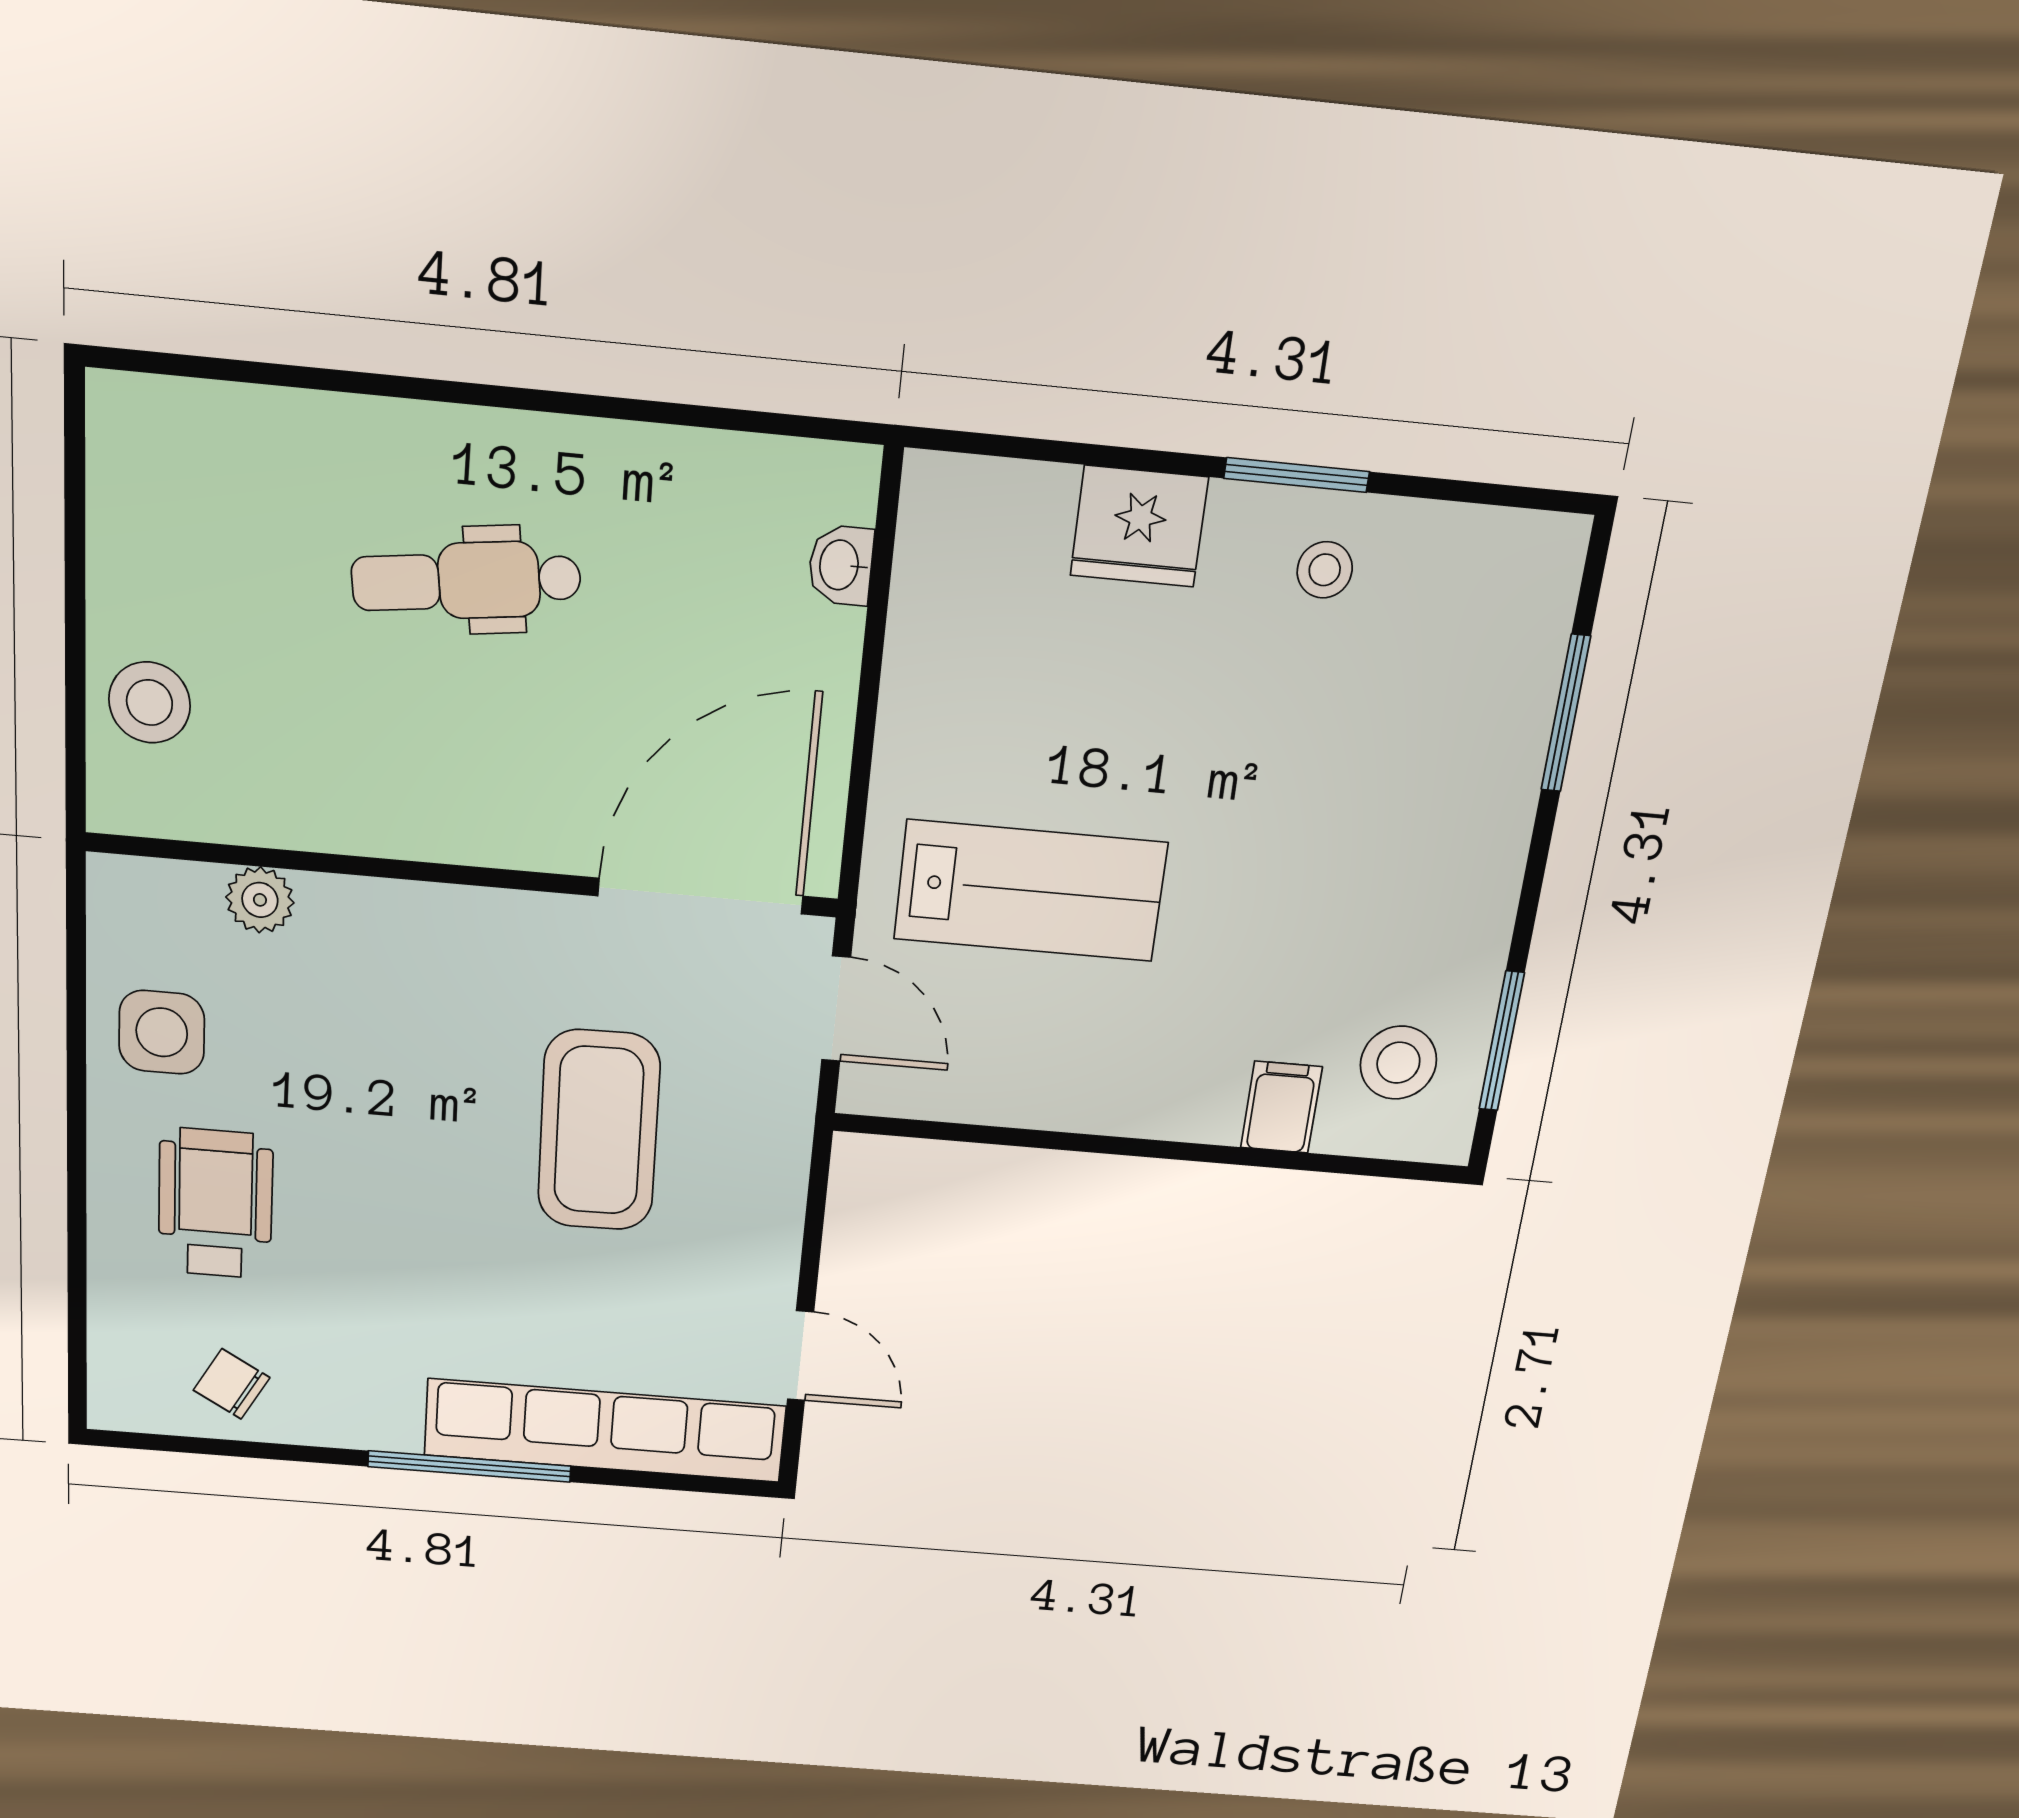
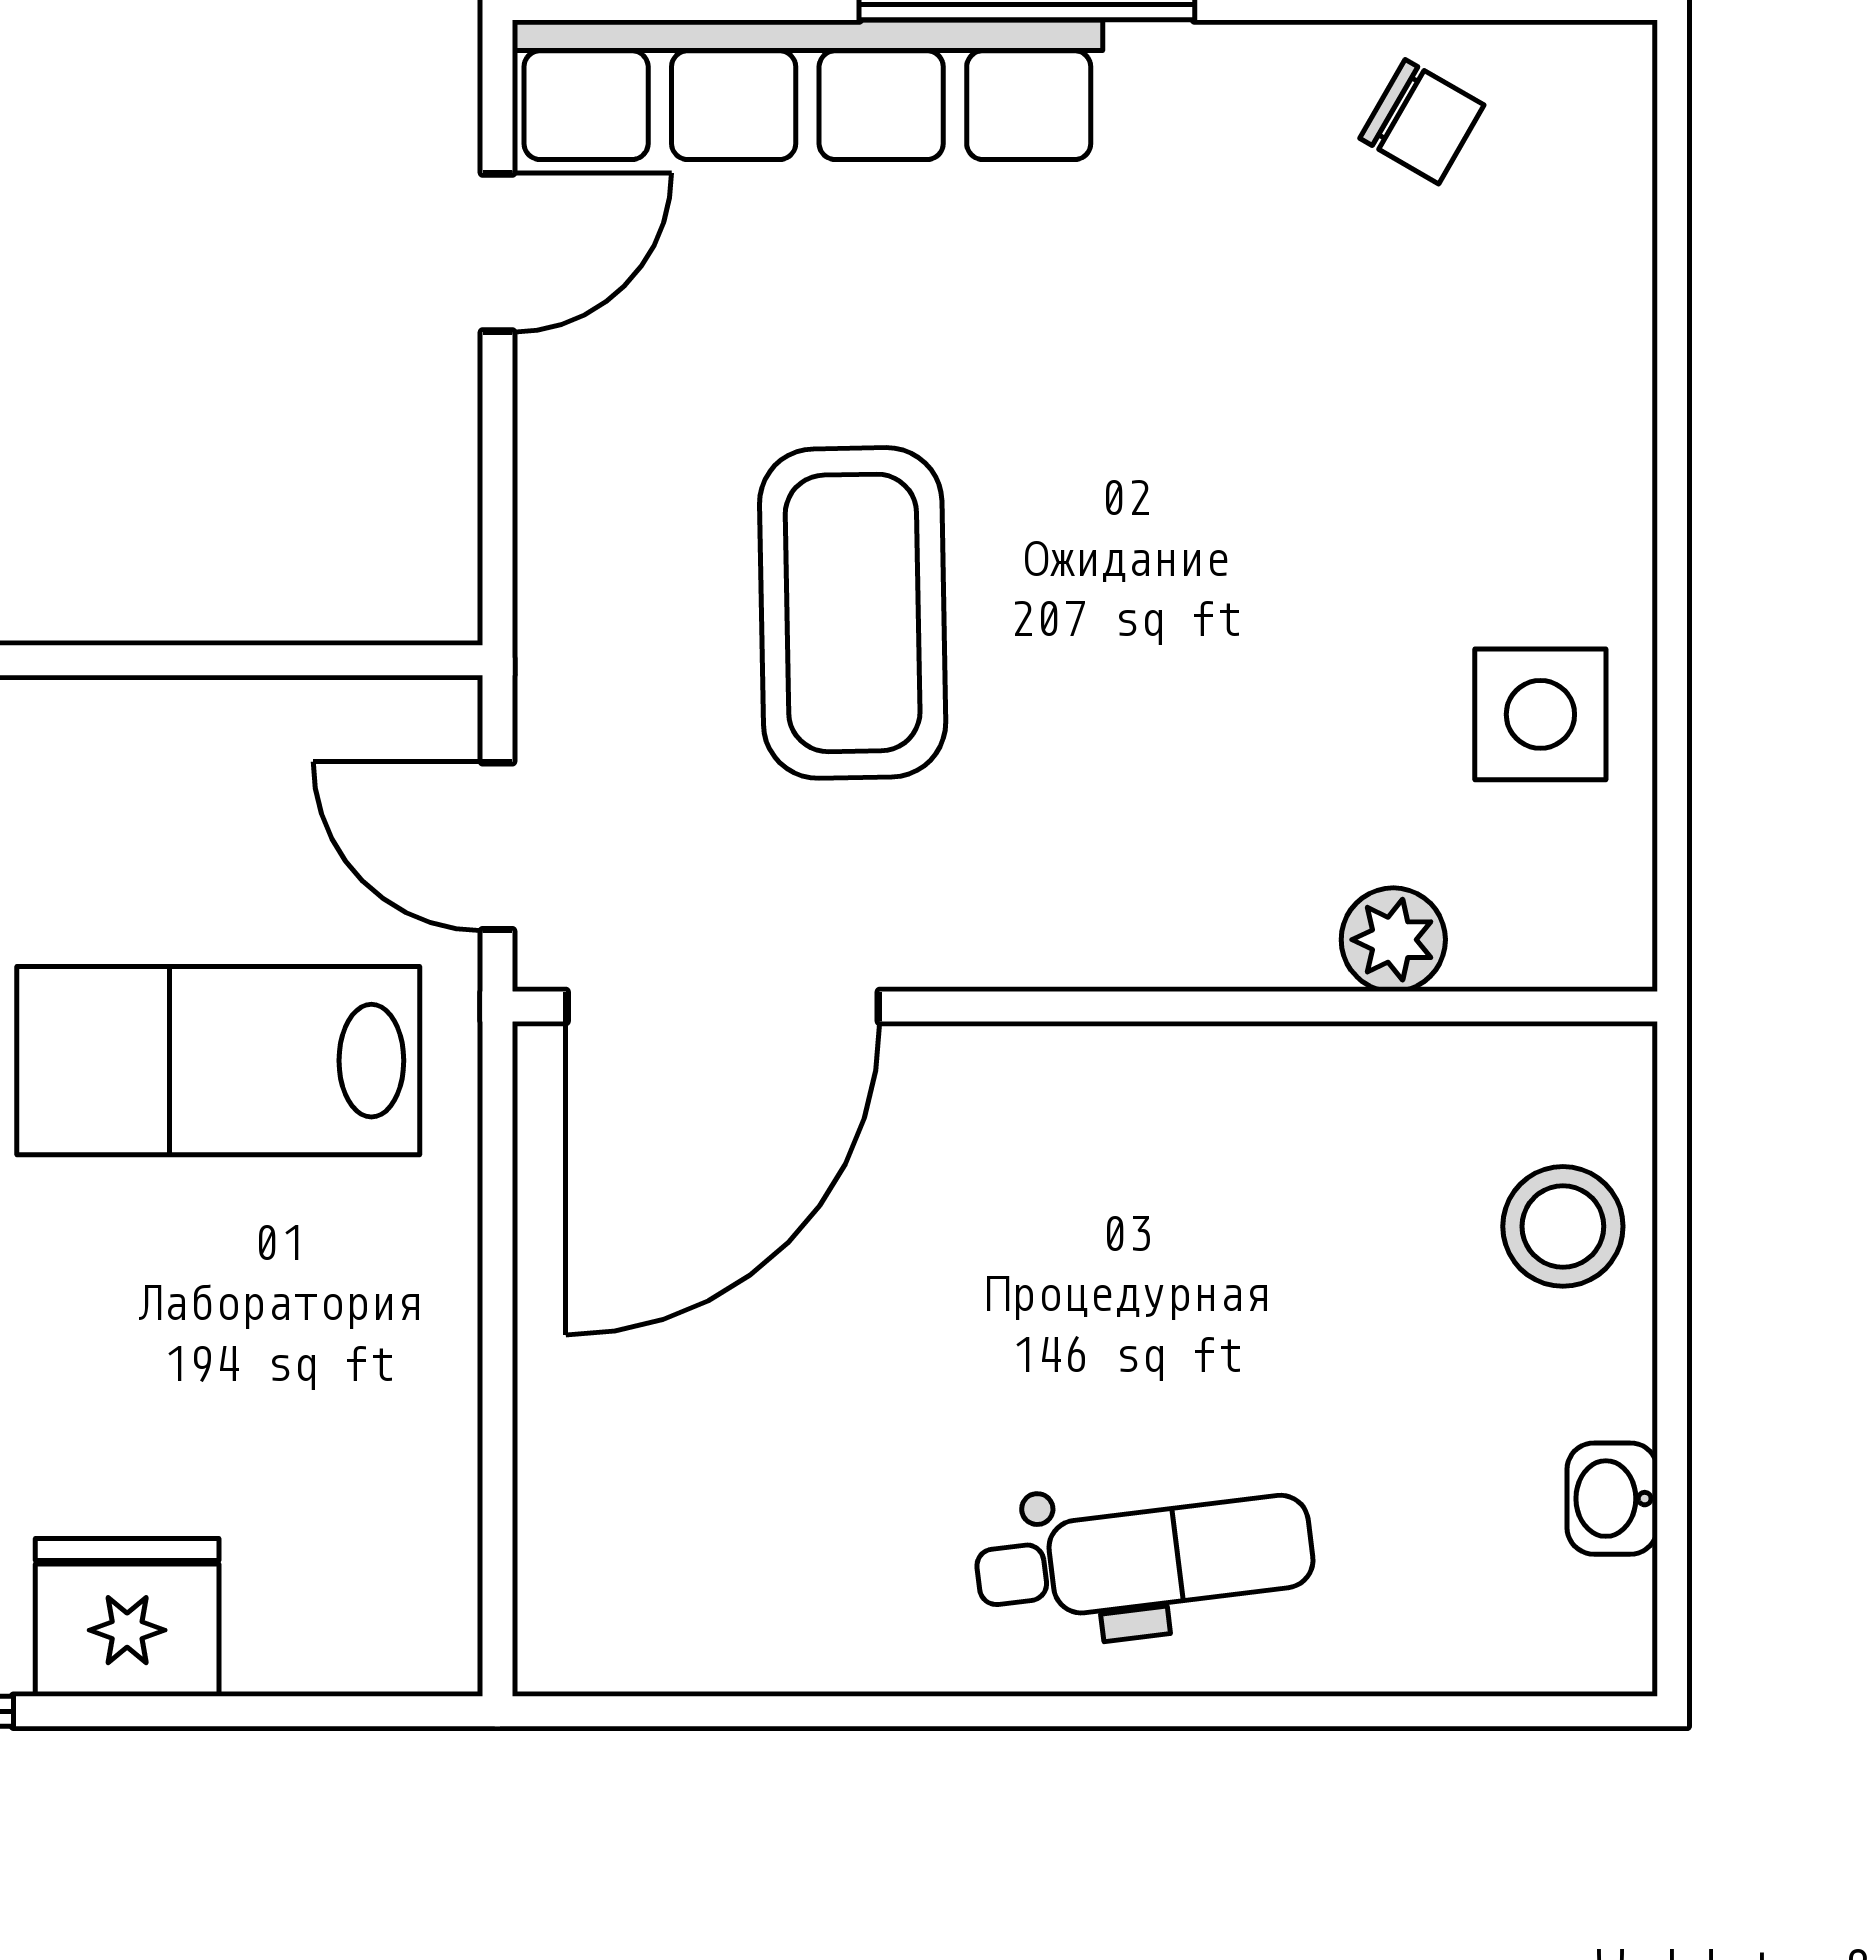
washbasin: (841, 565) -> (1612, 1499), moved, turned 180
dental chair: (466, 581) -> (1144, 1559), moved
wheelchair: (215, 1203) -> (1453, 436), removed
door: (800, 1356) -> (497, 252), swing flipped

